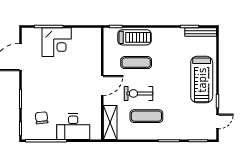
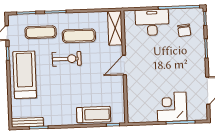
treadmill: (135, 37) -> (94, 115), turned 180
exercise mat: (136, 63) -> (41, 32), moved
exercise bike: (139, 93) -> (67, 59), moved

